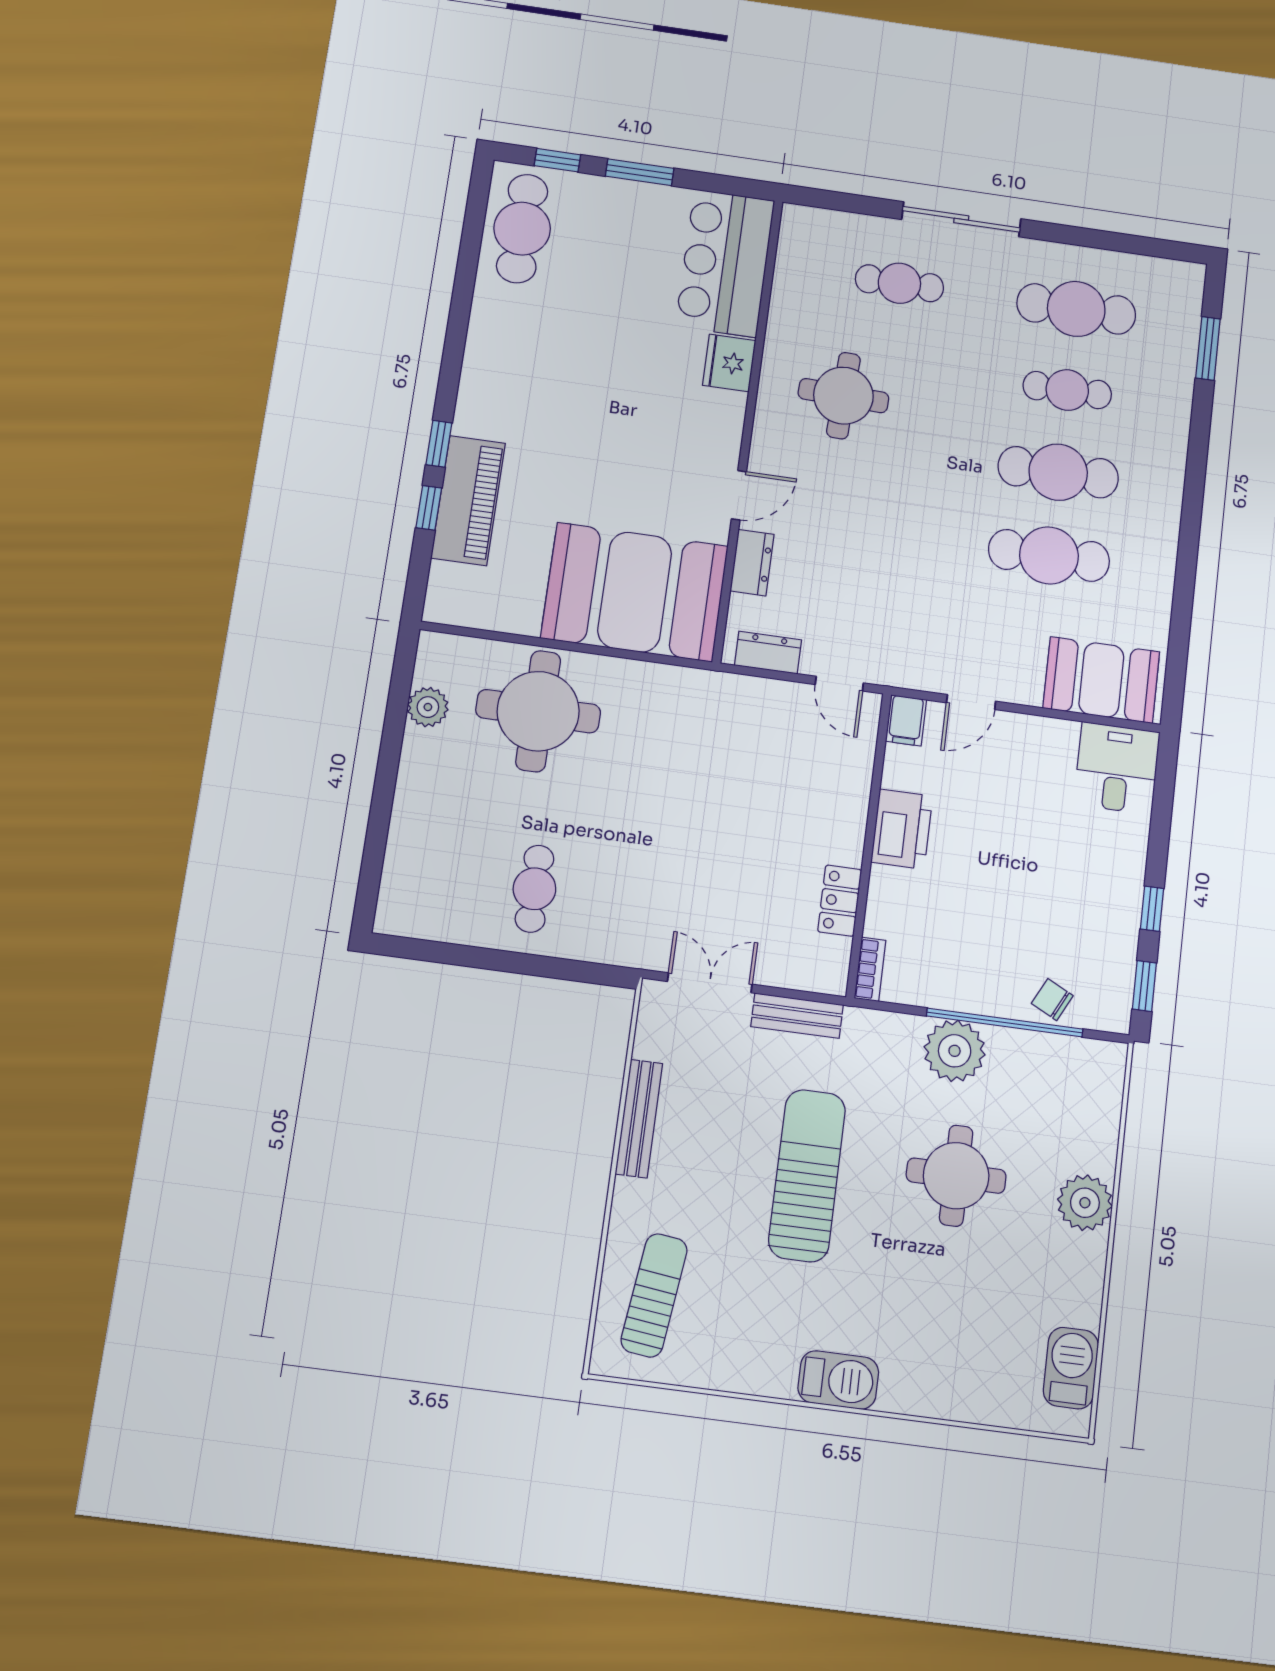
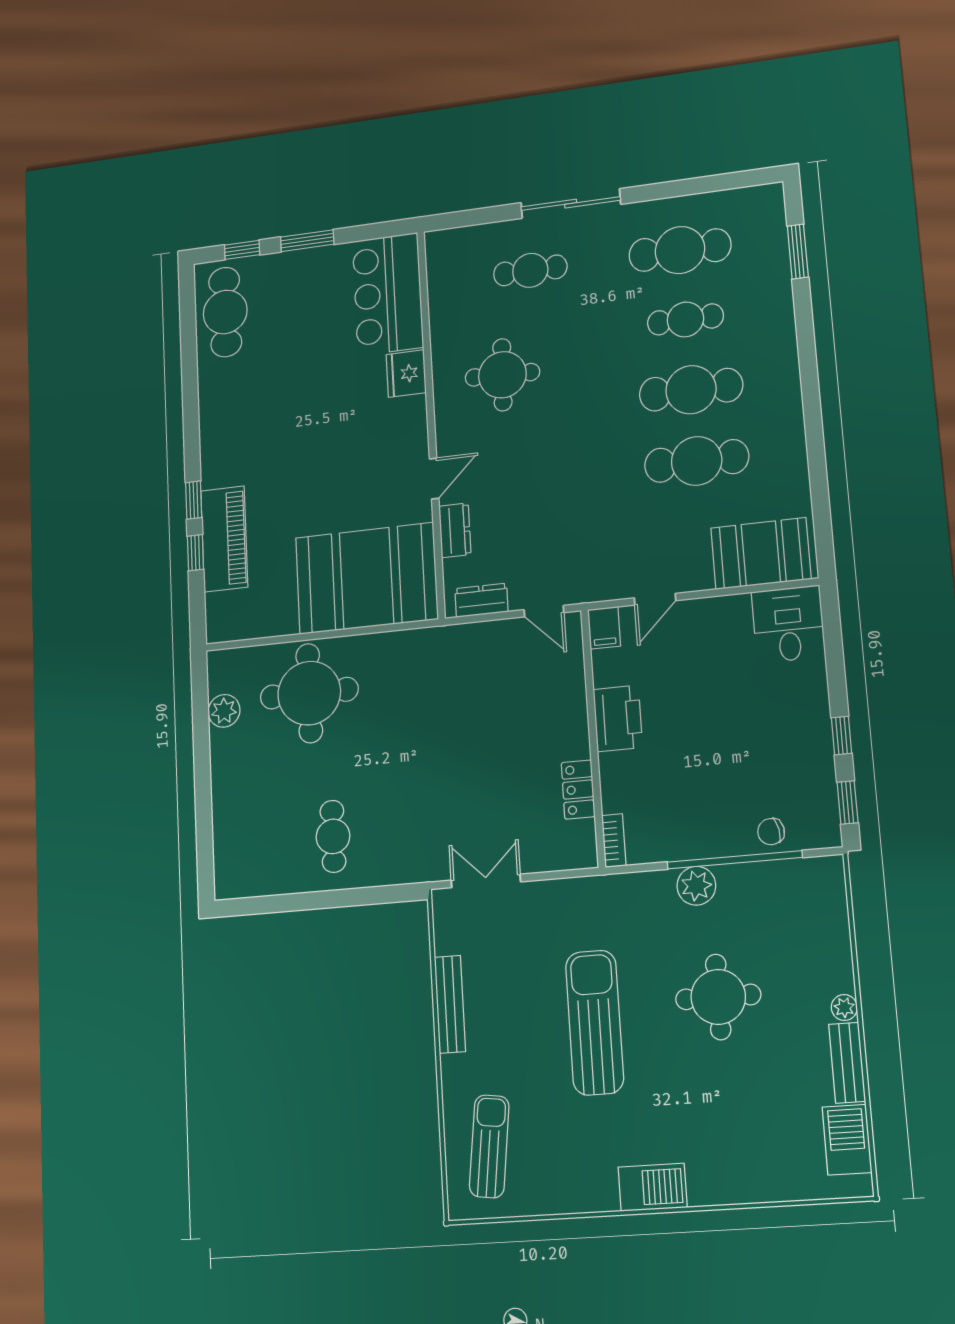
chair: (1052, 1000) -> (771, 832), turned -38
bench: (797, 1016) -> (847, 1063), moved, turned 90
plant: (955, 1051) -> (696, 886), width x0.73, depth x0.73
plant: (1085, 1203) -> (844, 1008), width x0.53, depth x0.53

